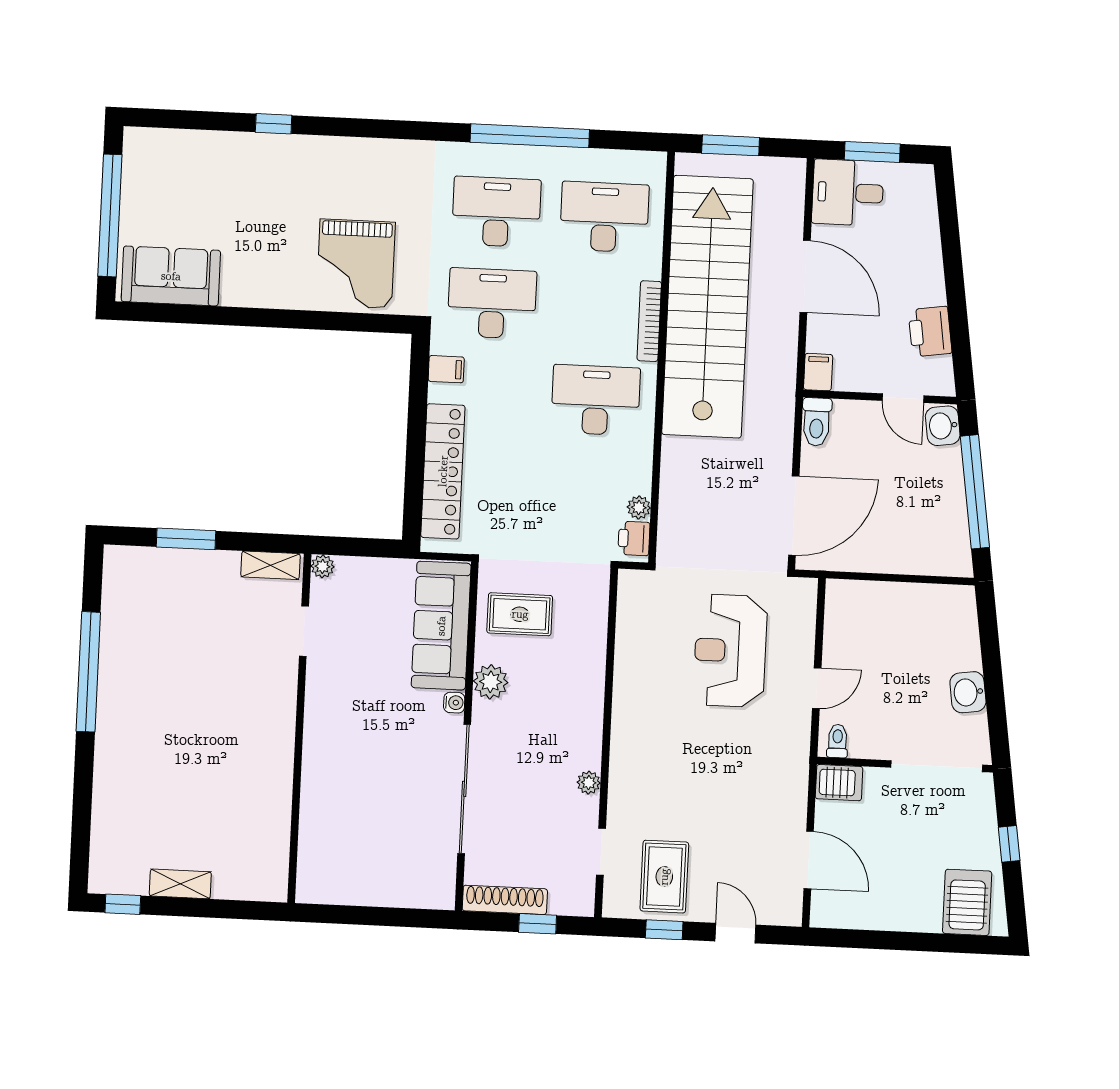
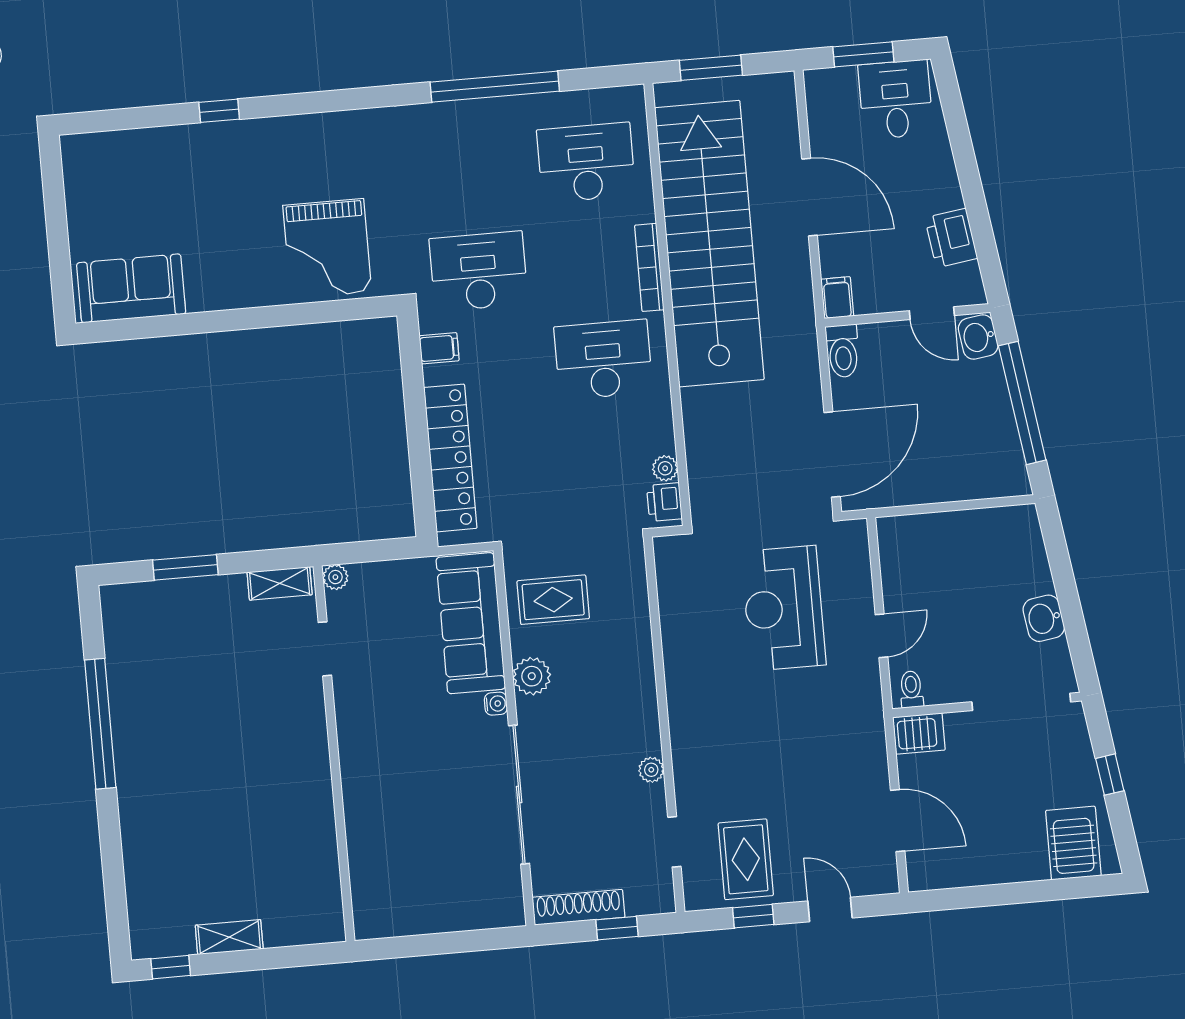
desk: (848, 193) -> (896, 99), moved, turned 90
desk: (496, 212) -> (470, 173), removed
window: (110, 215) -> (57, 232), removed

